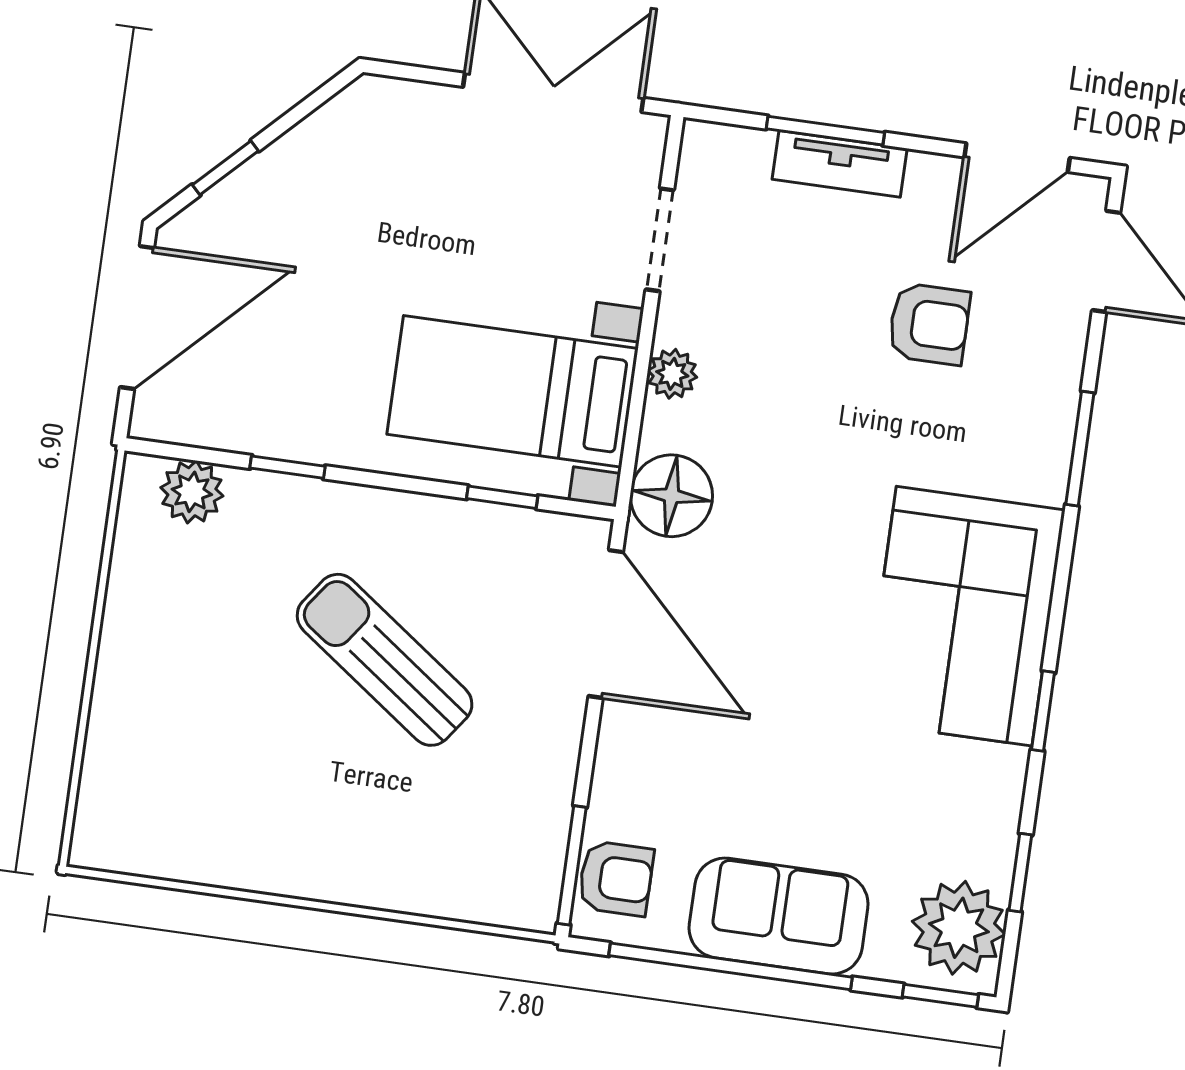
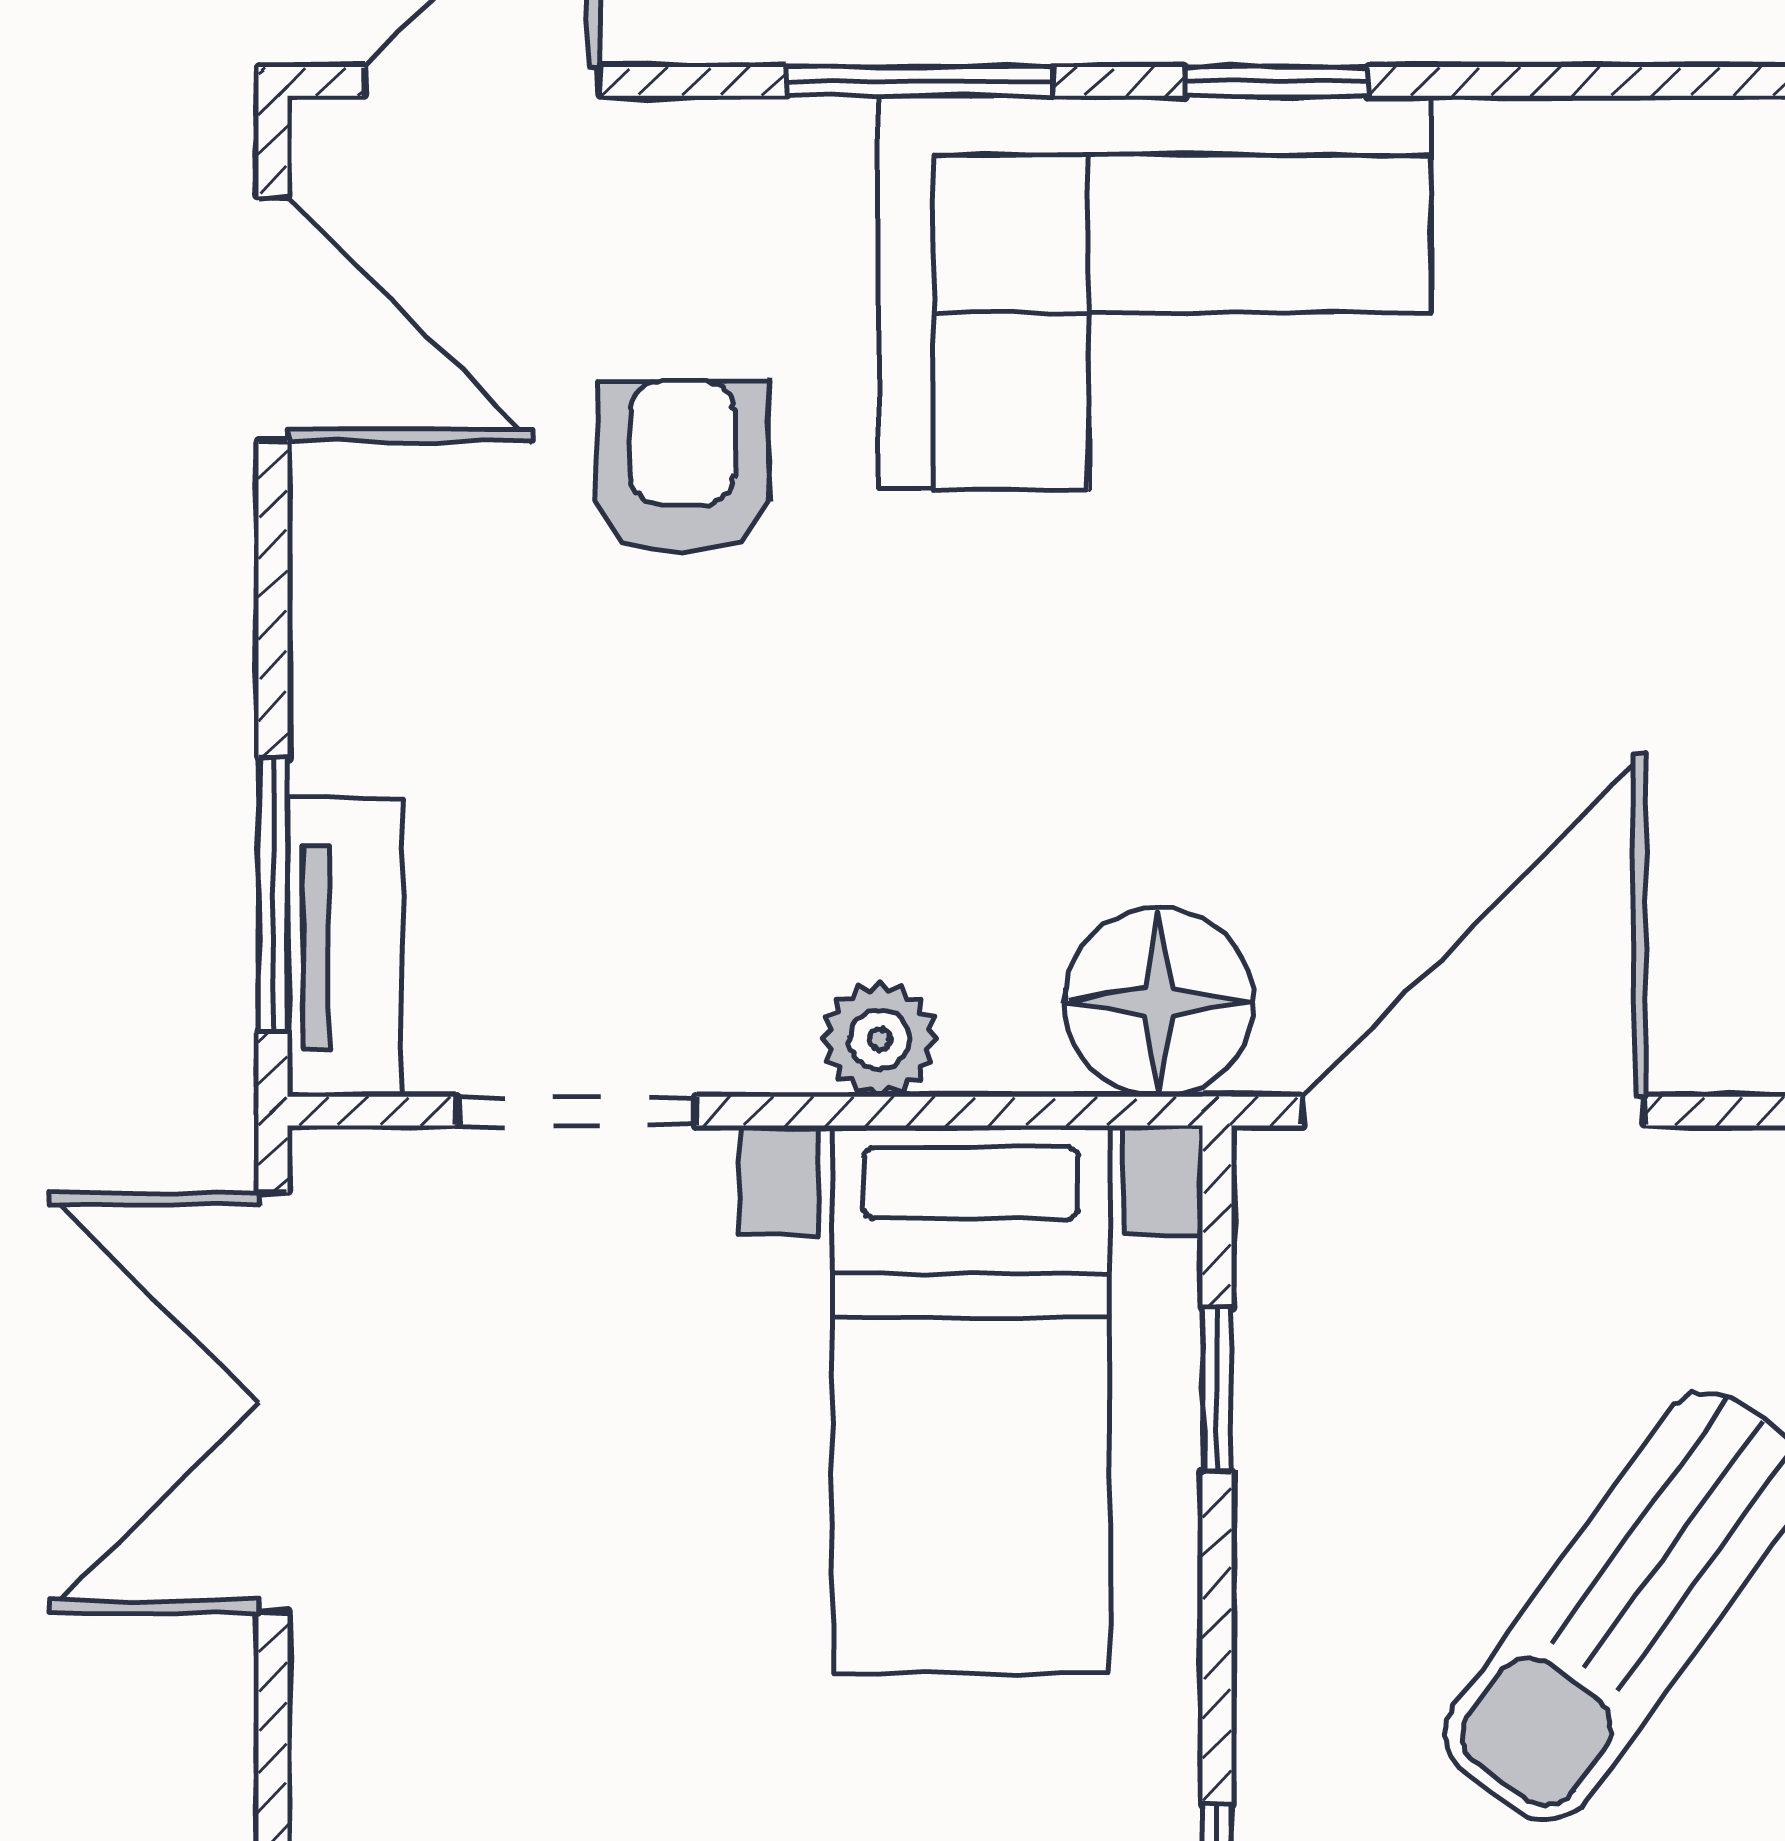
window: (825, 131) -> (273, 894), moved
tv unit: (840, 164) -> (344, 947), moved
corner sofa: (964, 616) -> (1155, 293), moved
window: (1043, 711) -> (1277, 81), moved

